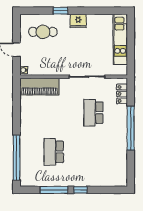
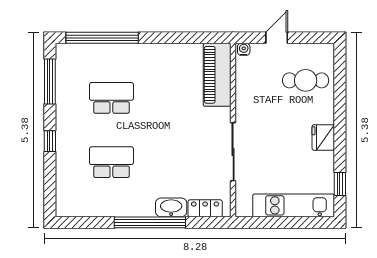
window: (60, 11) -> (340, 184), moved
cafe table: (43, 32) -> (306, 80), turned 90
school desk: (93, 113) -> (111, 162), moved
washbasin: (121, 115) -> (171, 207), added
window: (54, 190) -> (50, 82), moved

